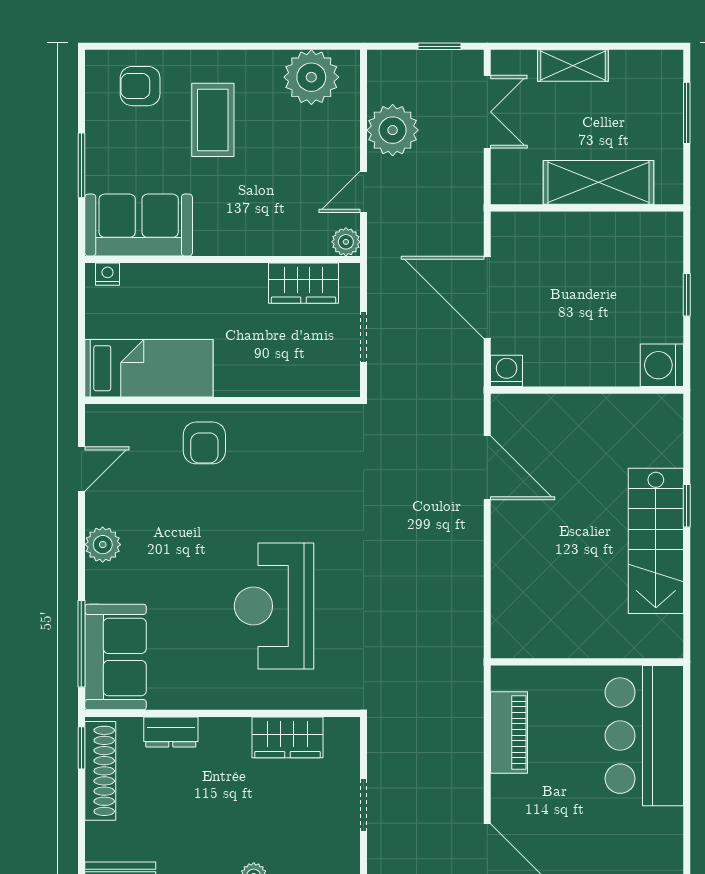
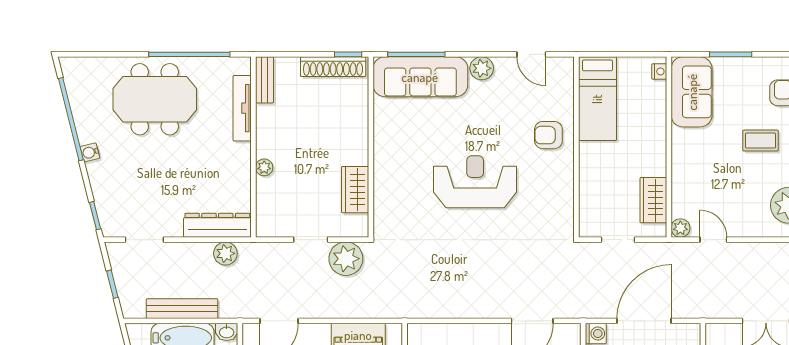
coffee table: (213, 120) -> (761, 141), width x0.73, depth x0.77
plant: (393, 130) -> (346, 259), moved
reception desk: (274, 606) -> (475, 182), moved
sofa: (116, 657) -> (420, 77), width x1.36
dresser: (171, 732) -> (359, 113), removed

